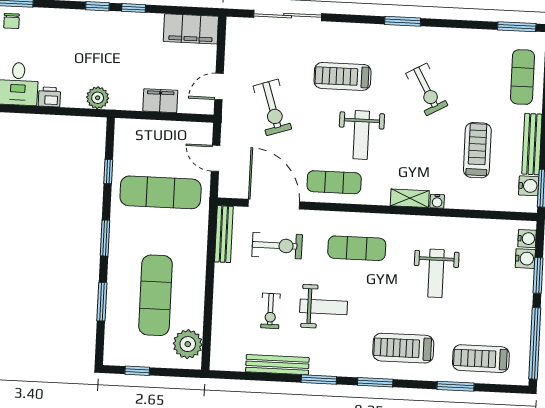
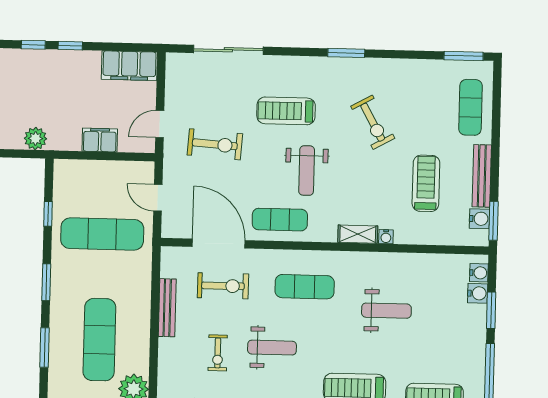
exercise bike: (272, 107) -> (215, 144), turned -68
bench: (224, 234) -> (167, 308), moved
weight bench: (436, 273) -> (386, 311), turned -90

